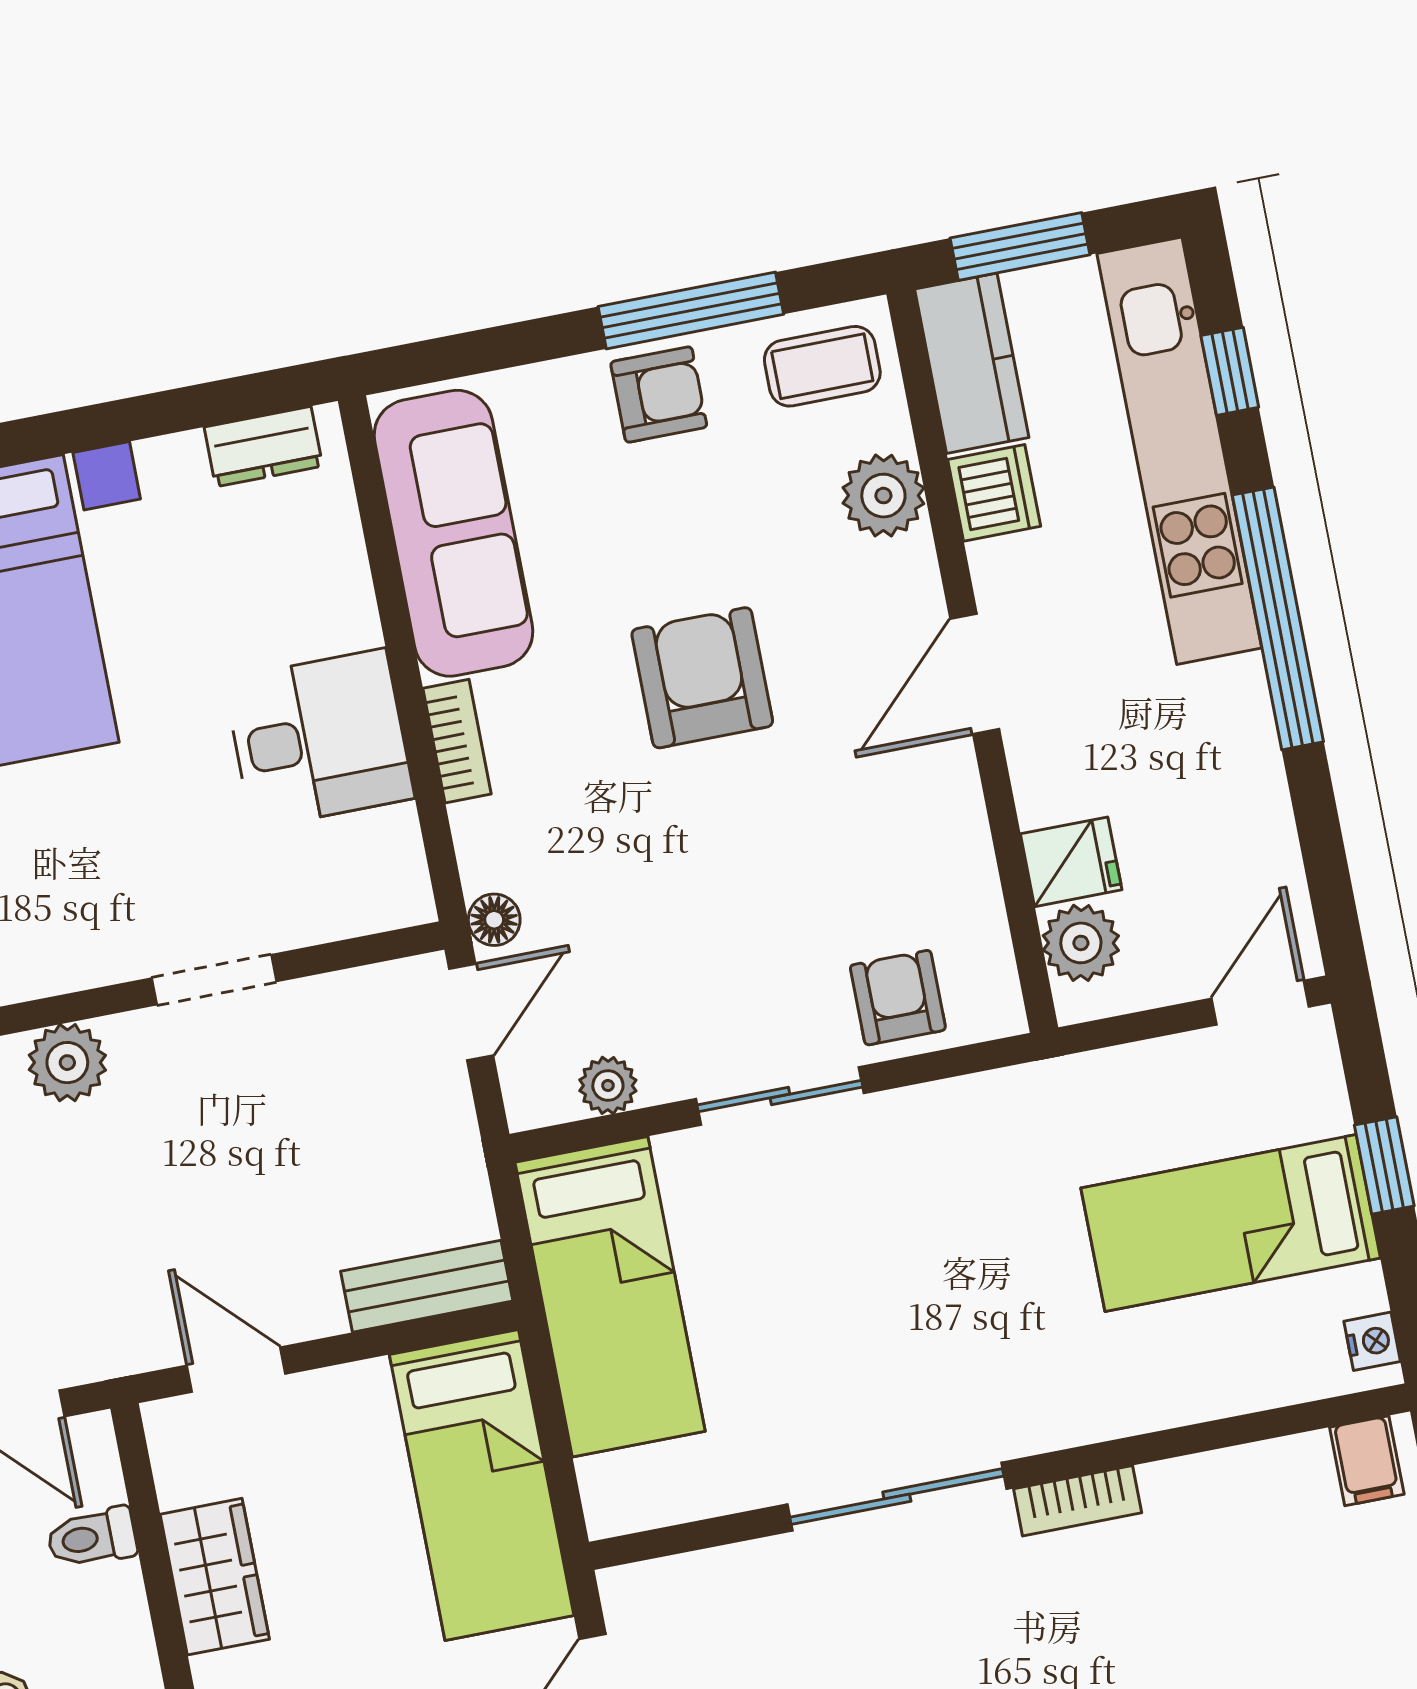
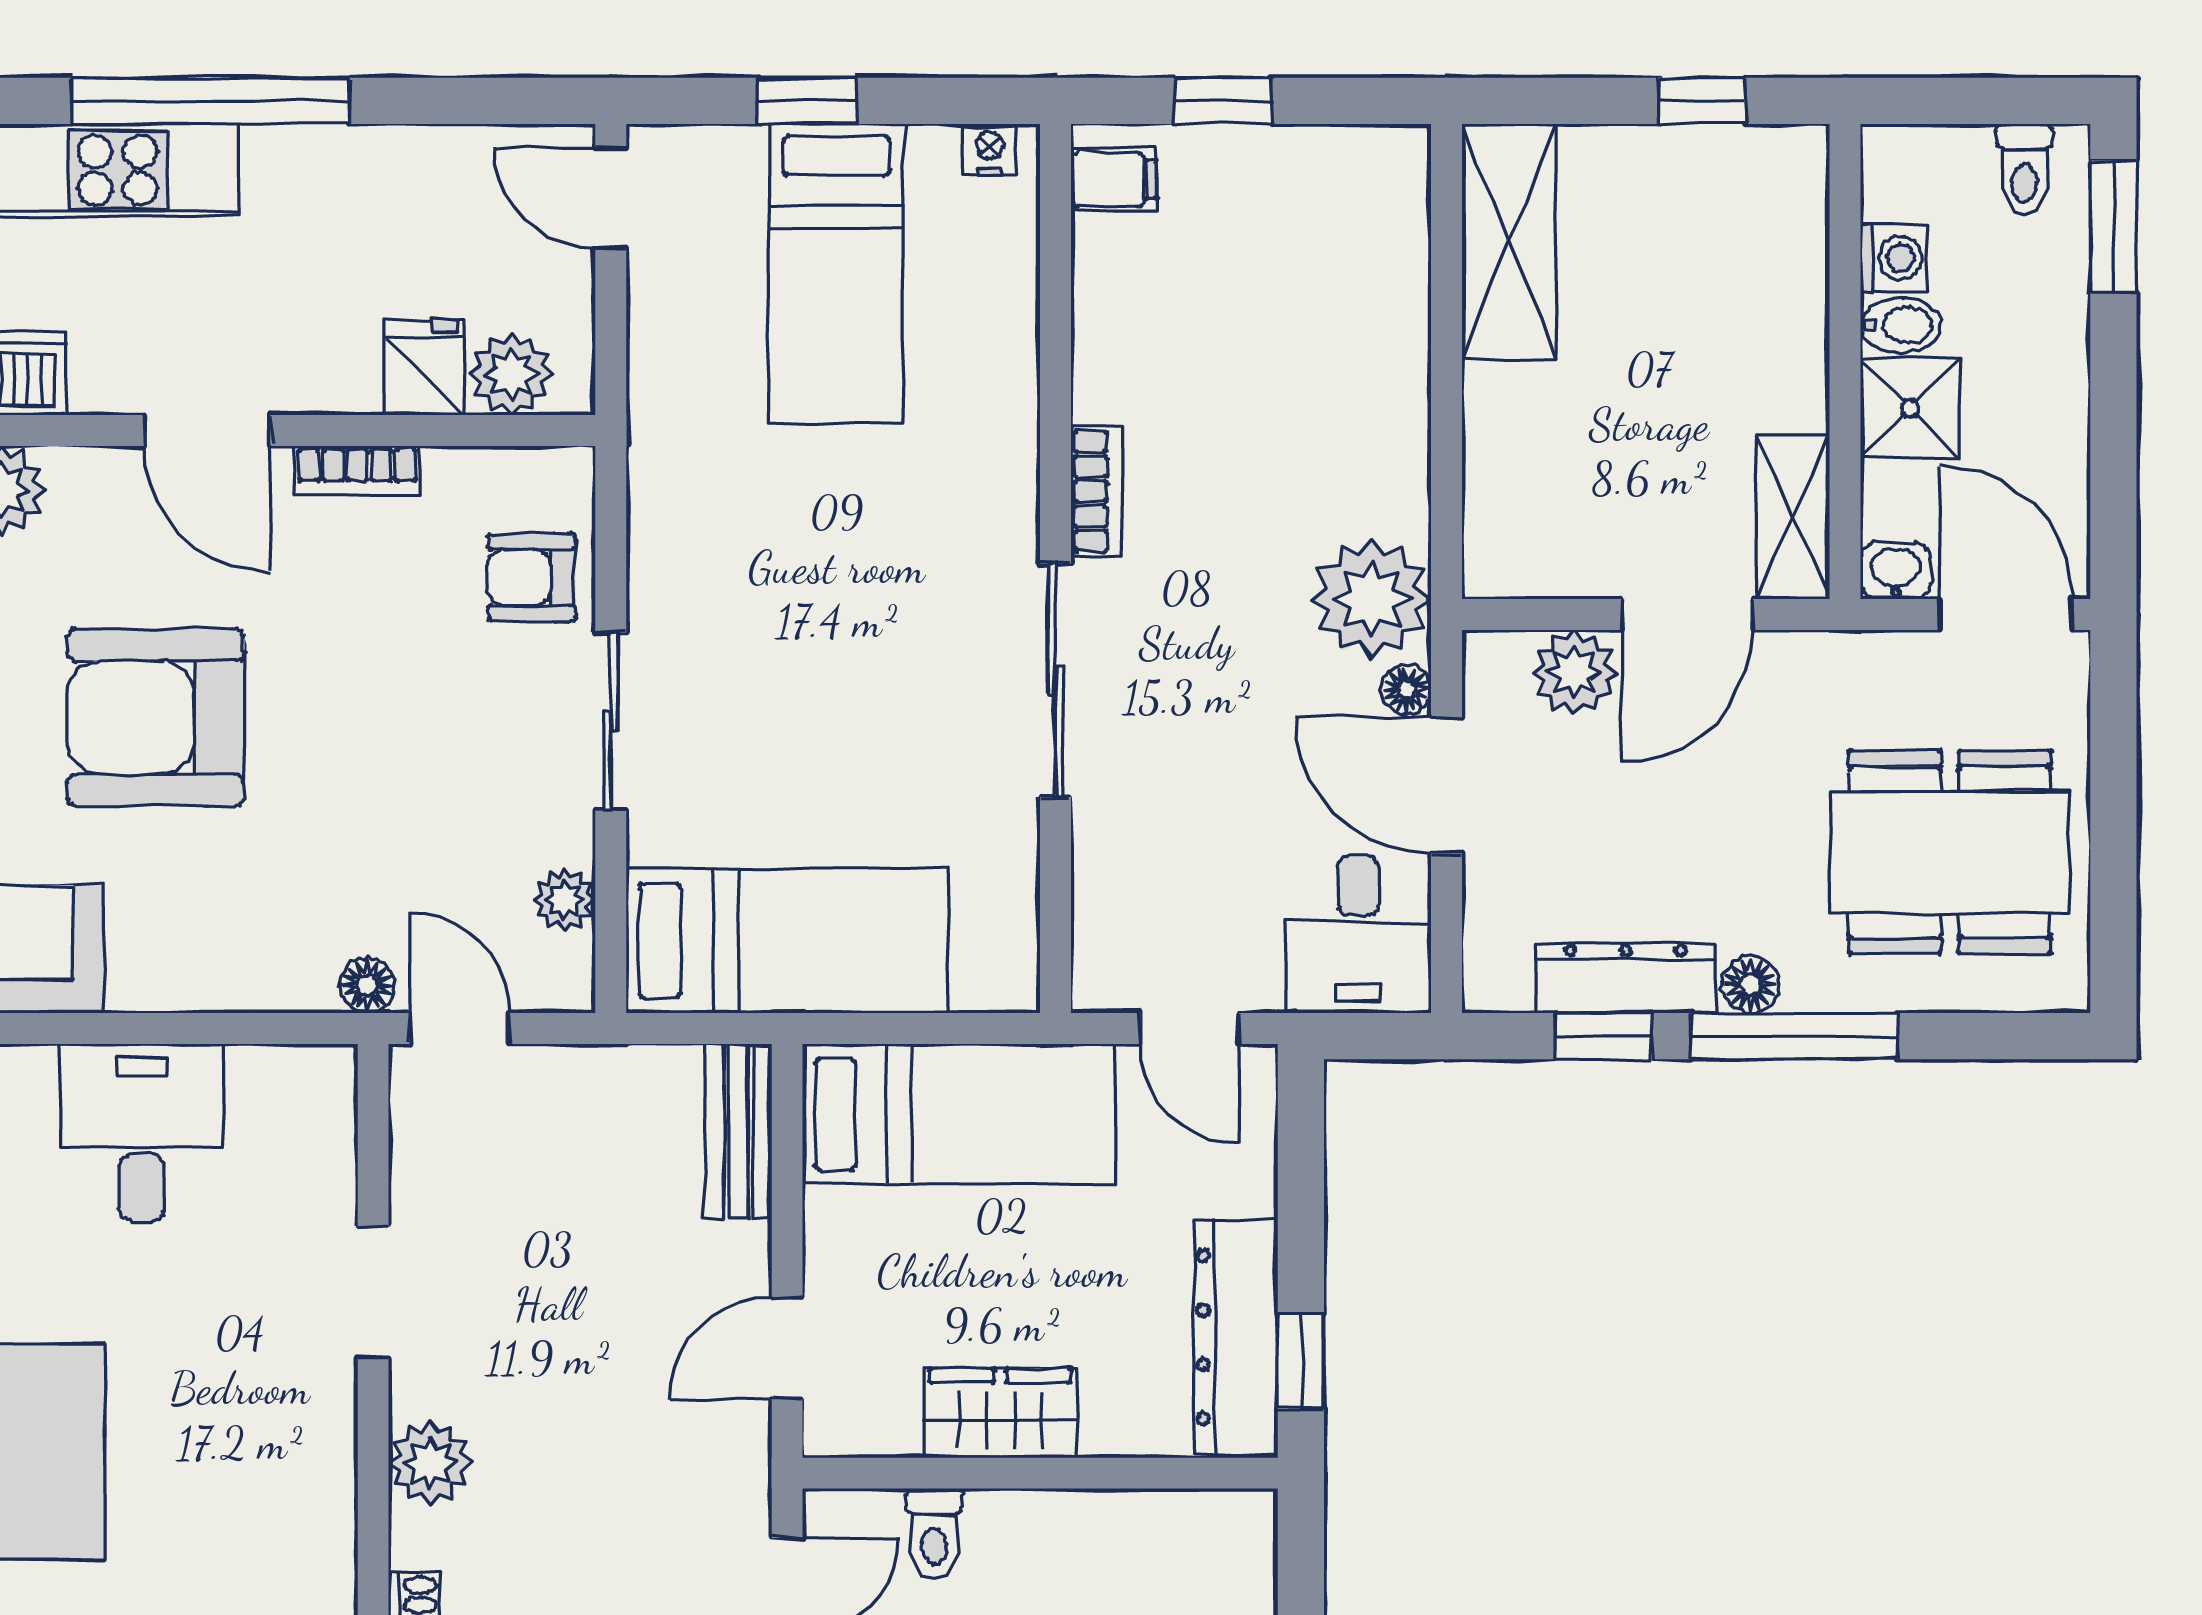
armchair: (702, 678) -> (156, 718), width x1.36, depth x1.36
bookcase: (457, 741) -> (357, 471), moved, turned 180

